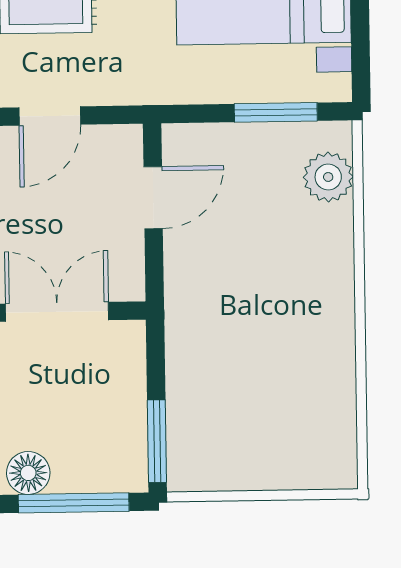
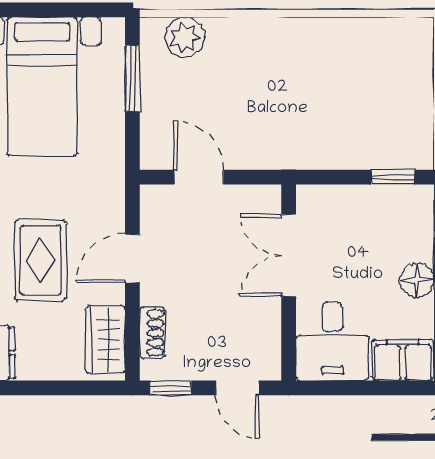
door: (50, 116) -> (132, 258), swing flipped
window: (157, 441) -> (393, 177), width x0.67

